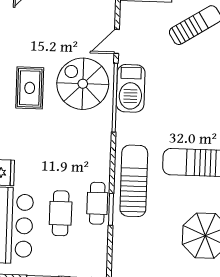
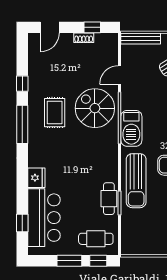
barbecue: (131, 88) -> (131, 128), moved
sun lounger: (134, 181) -> (136, 181), turned 180
cafe table: (61, 213) -> (96, 239), moved, turned 90

